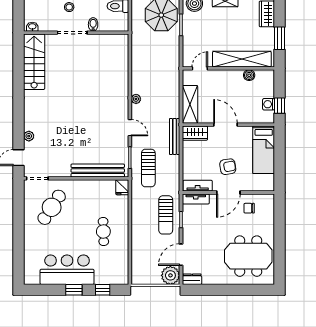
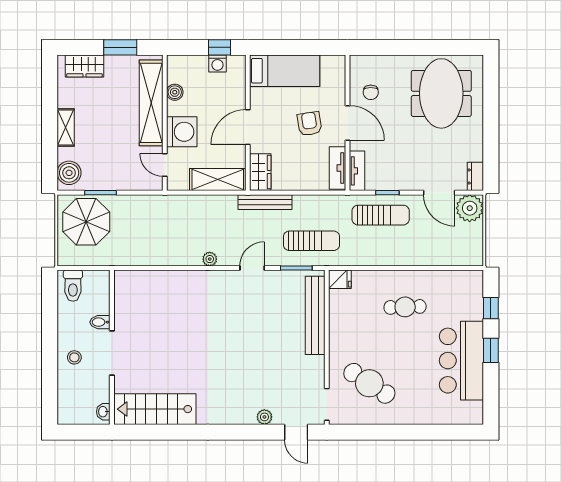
washing machine: (222, 80) -> (182, 132), added

